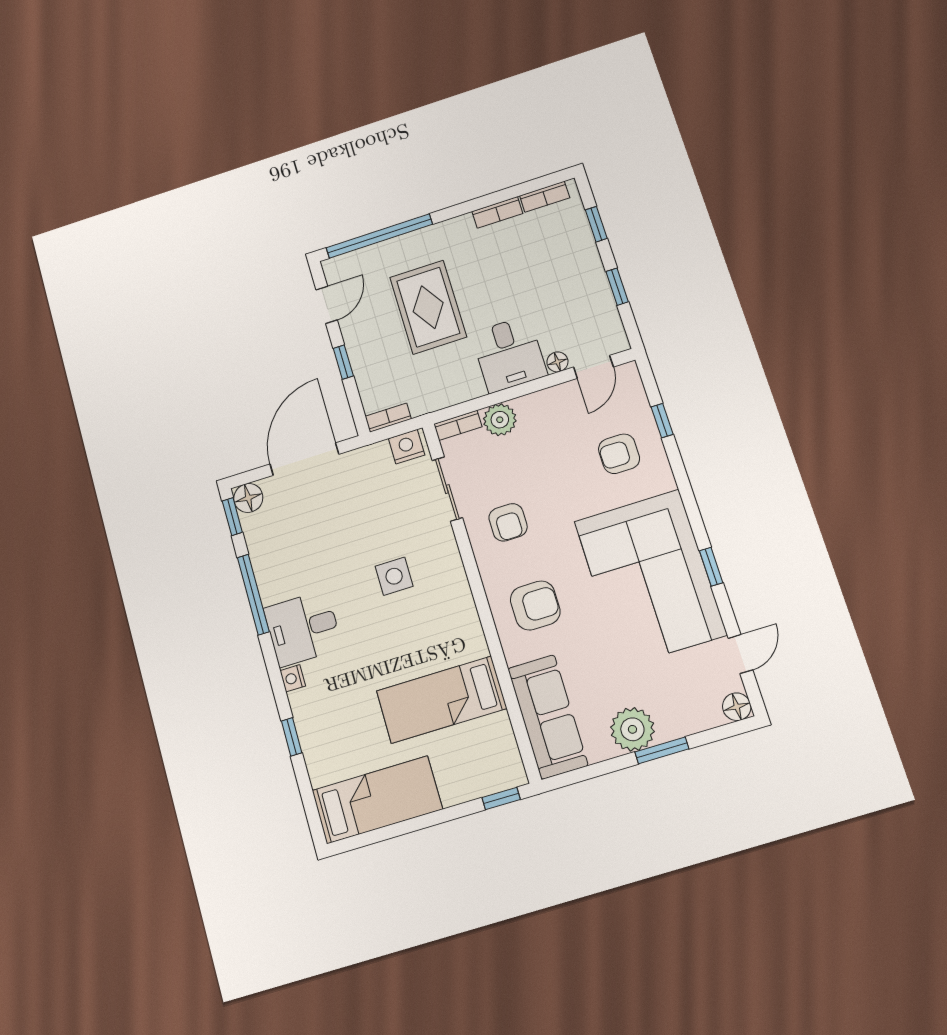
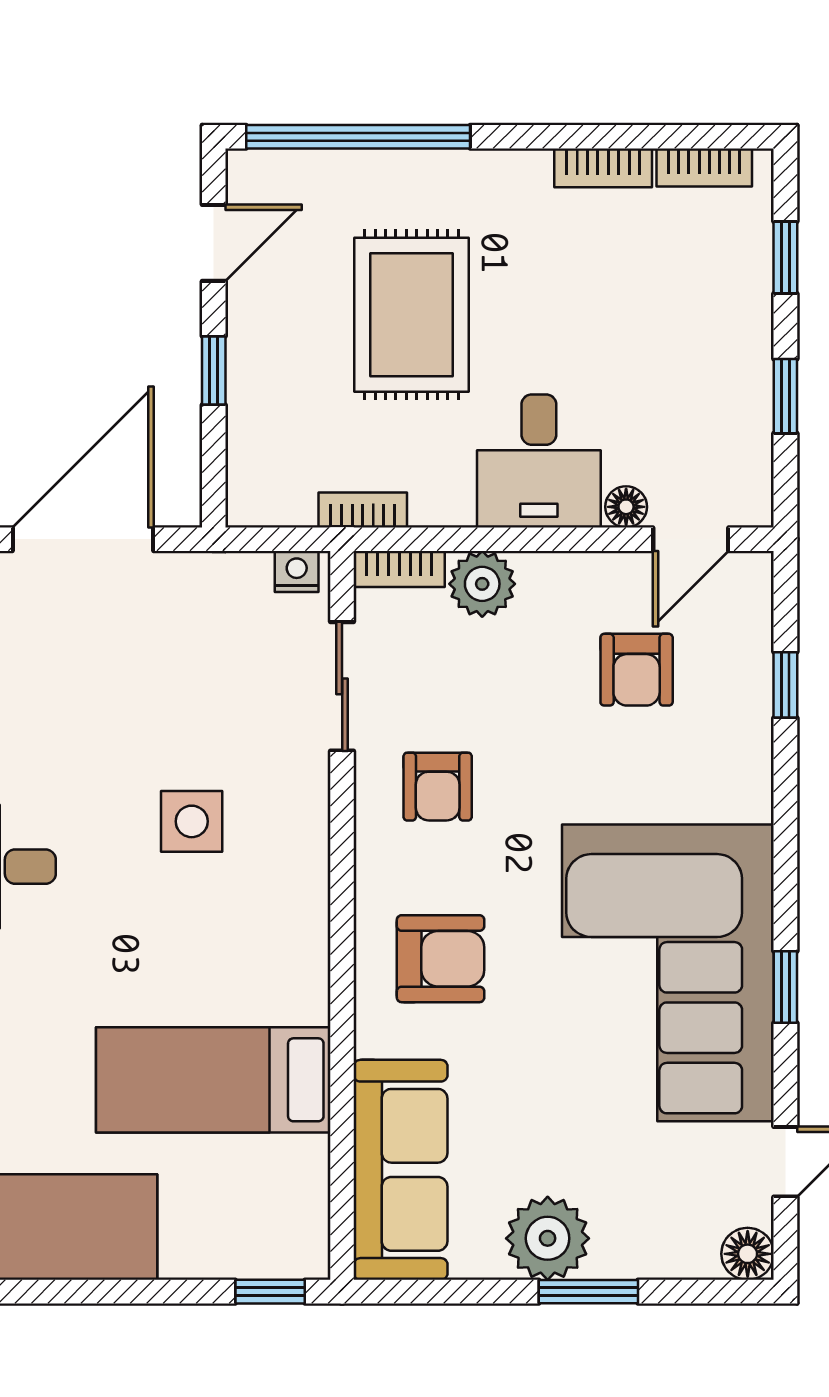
bookcase: (388, 418) -> (363, 510), moved
nightstand: (407, 447) -> (297, 571), width x0.72, depth x0.74
armchair: (619, 454) -> (637, 670), moved, turned -90

